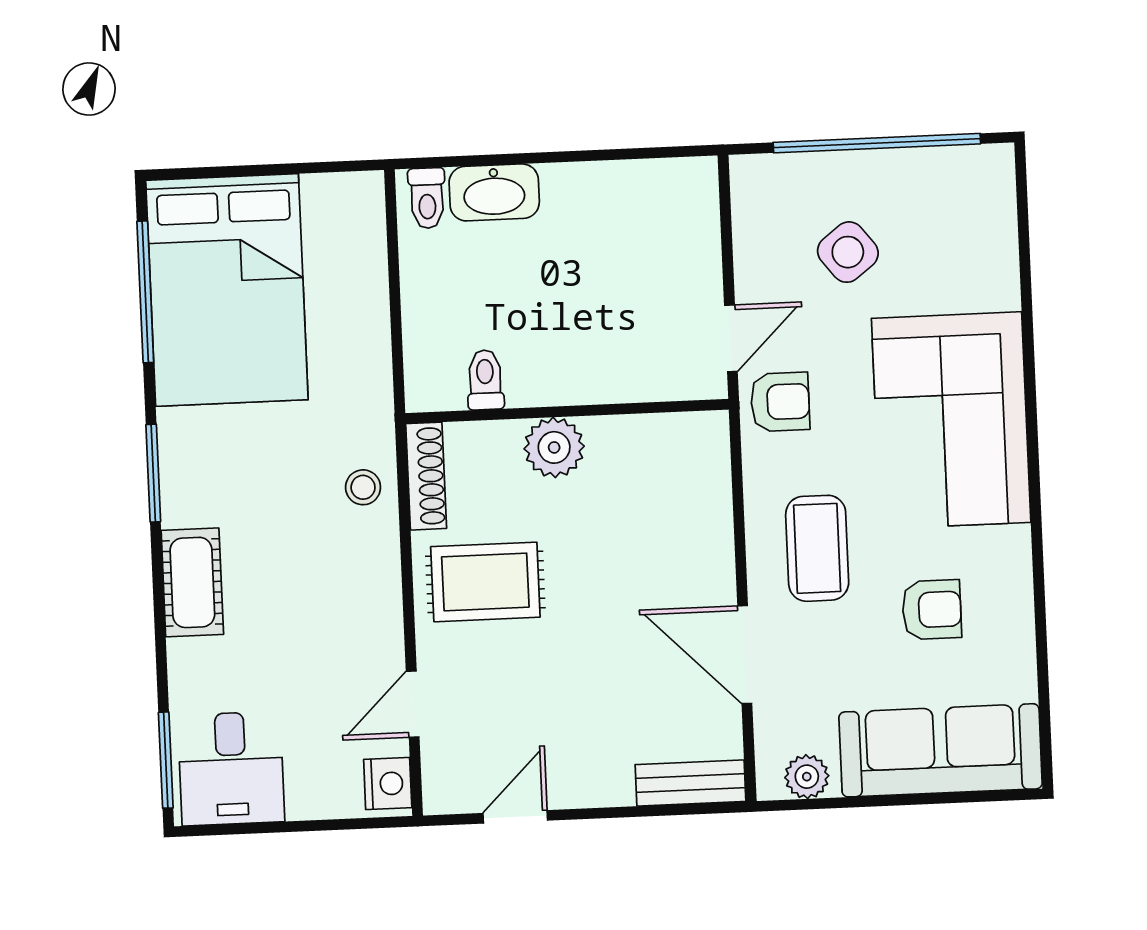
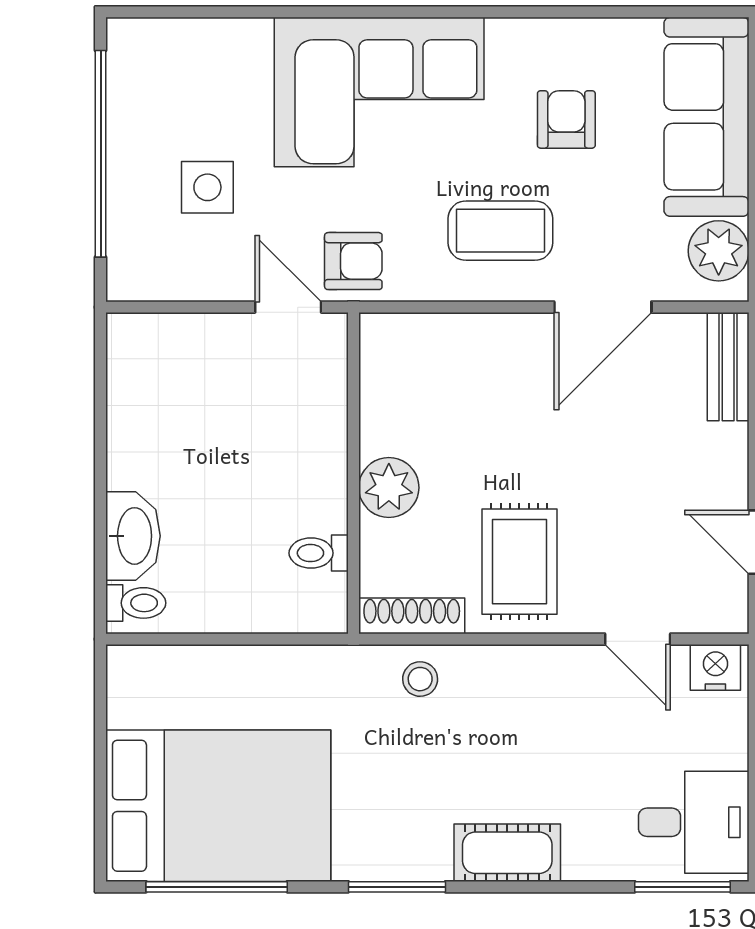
side table: (848, 252) -> (207, 187), turned 38
armchair: (780, 402) -> (353, 261), turned 90
plant: (807, 777) -> (719, 251), width x1.38, depth x1.38

